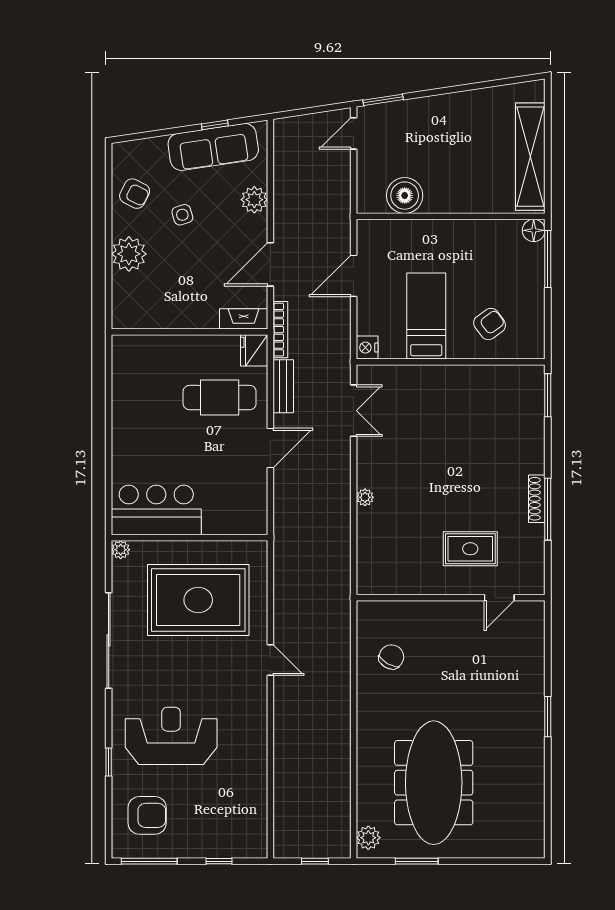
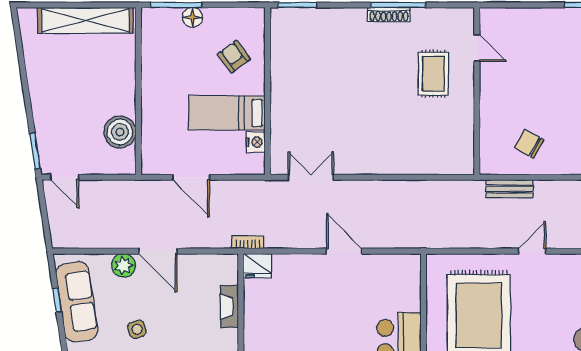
floor lamp: (534, 230) -> (193, 17), moved
door: (270, 264) -> (158, 251), moved
fireplace: (244, 319) -> (229, 306), moved
bookcase: (280, 330) -> (248, 242), width x0.64
nightstand: (367, 348) -> (256, 142), moved, turned -90
bench: (283, 386) -> (510, 189), moved
cafe table: (220, 398) -> (299, 296), removed
plant: (365, 497) -> (388, 167), removed

